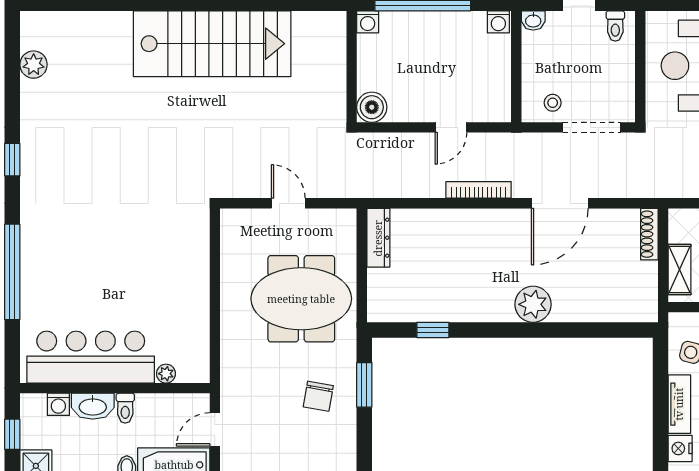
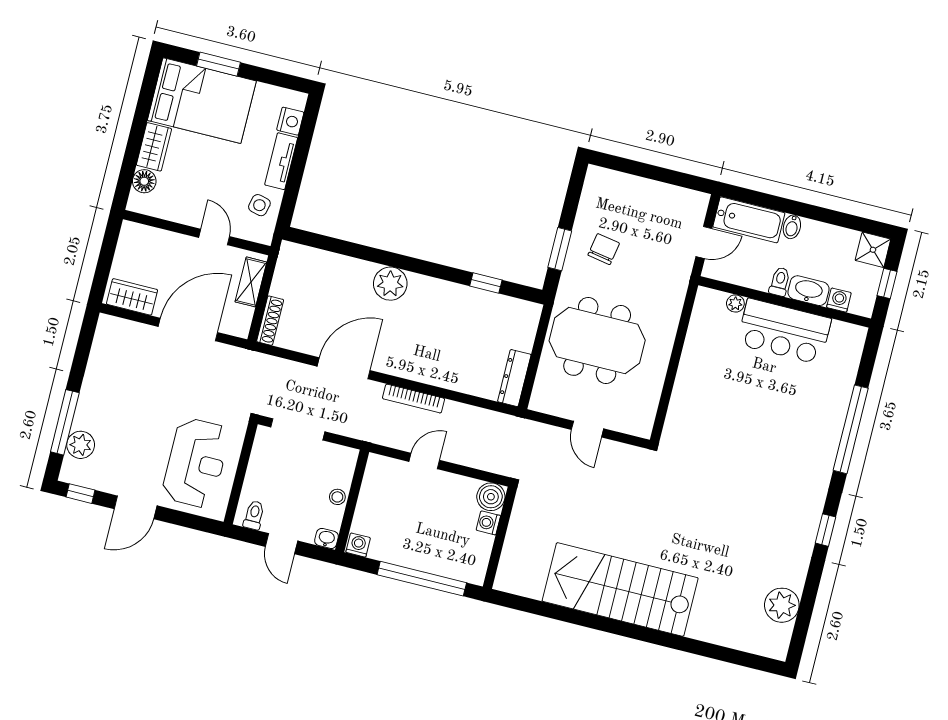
washing machine: (368, 22) -> (488, 523), moved, turned -90
plant: (34, 65) -> (782, 605), width x1.36, depth x1.36
stool: (553, 103) -> (337, 497), moved
bar counter: (91, 357) -> (784, 331), width x0.73

